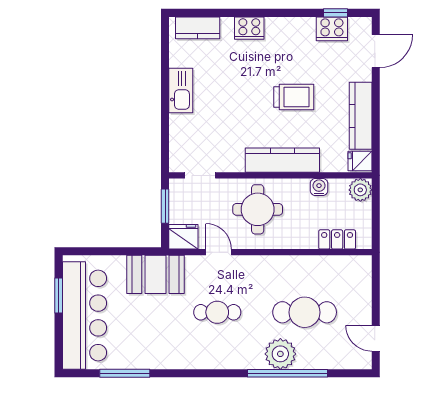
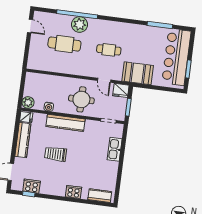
kitchen sink: (181, 91) -> (115, 149), moved
locker: (337, 239) -> (43, 79), removed

